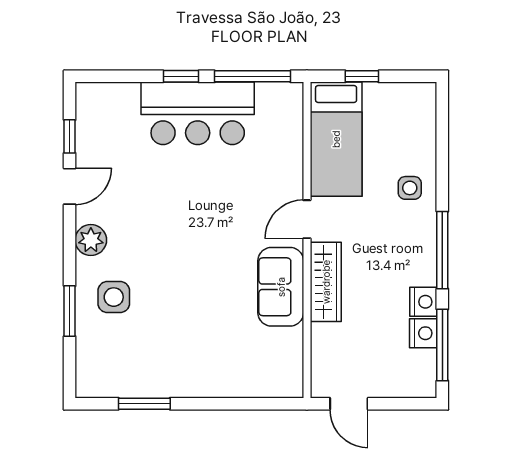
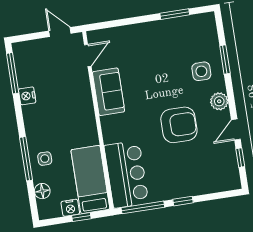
bar counter: (198, 113) -> (126, 174), moved, turned 90
floor lamp: (423, 132) -> (42, 191), added
armchair: (167, 210) -> (179, 125), added
door: (307, 219) -> (88, 56), moved
window: (442, 250) -> (26, 159), moved
wardrobe: (326, 282) -> (84, 98), removed
nightstand: (423, 333) -> (70, 208), moved, turned -90

